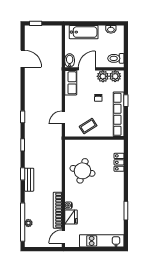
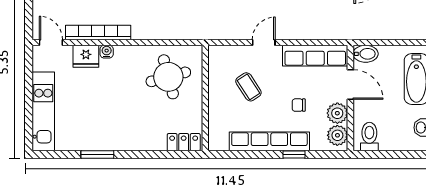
row of seats: (71, 83) -> (315, 56), width x1.48
door: (63, 118) -> (264, 42), hinge flipped
wall: (94, 138) -> (205, 98), moved
round table: (83, 171) -> (168, 77), turned -30

